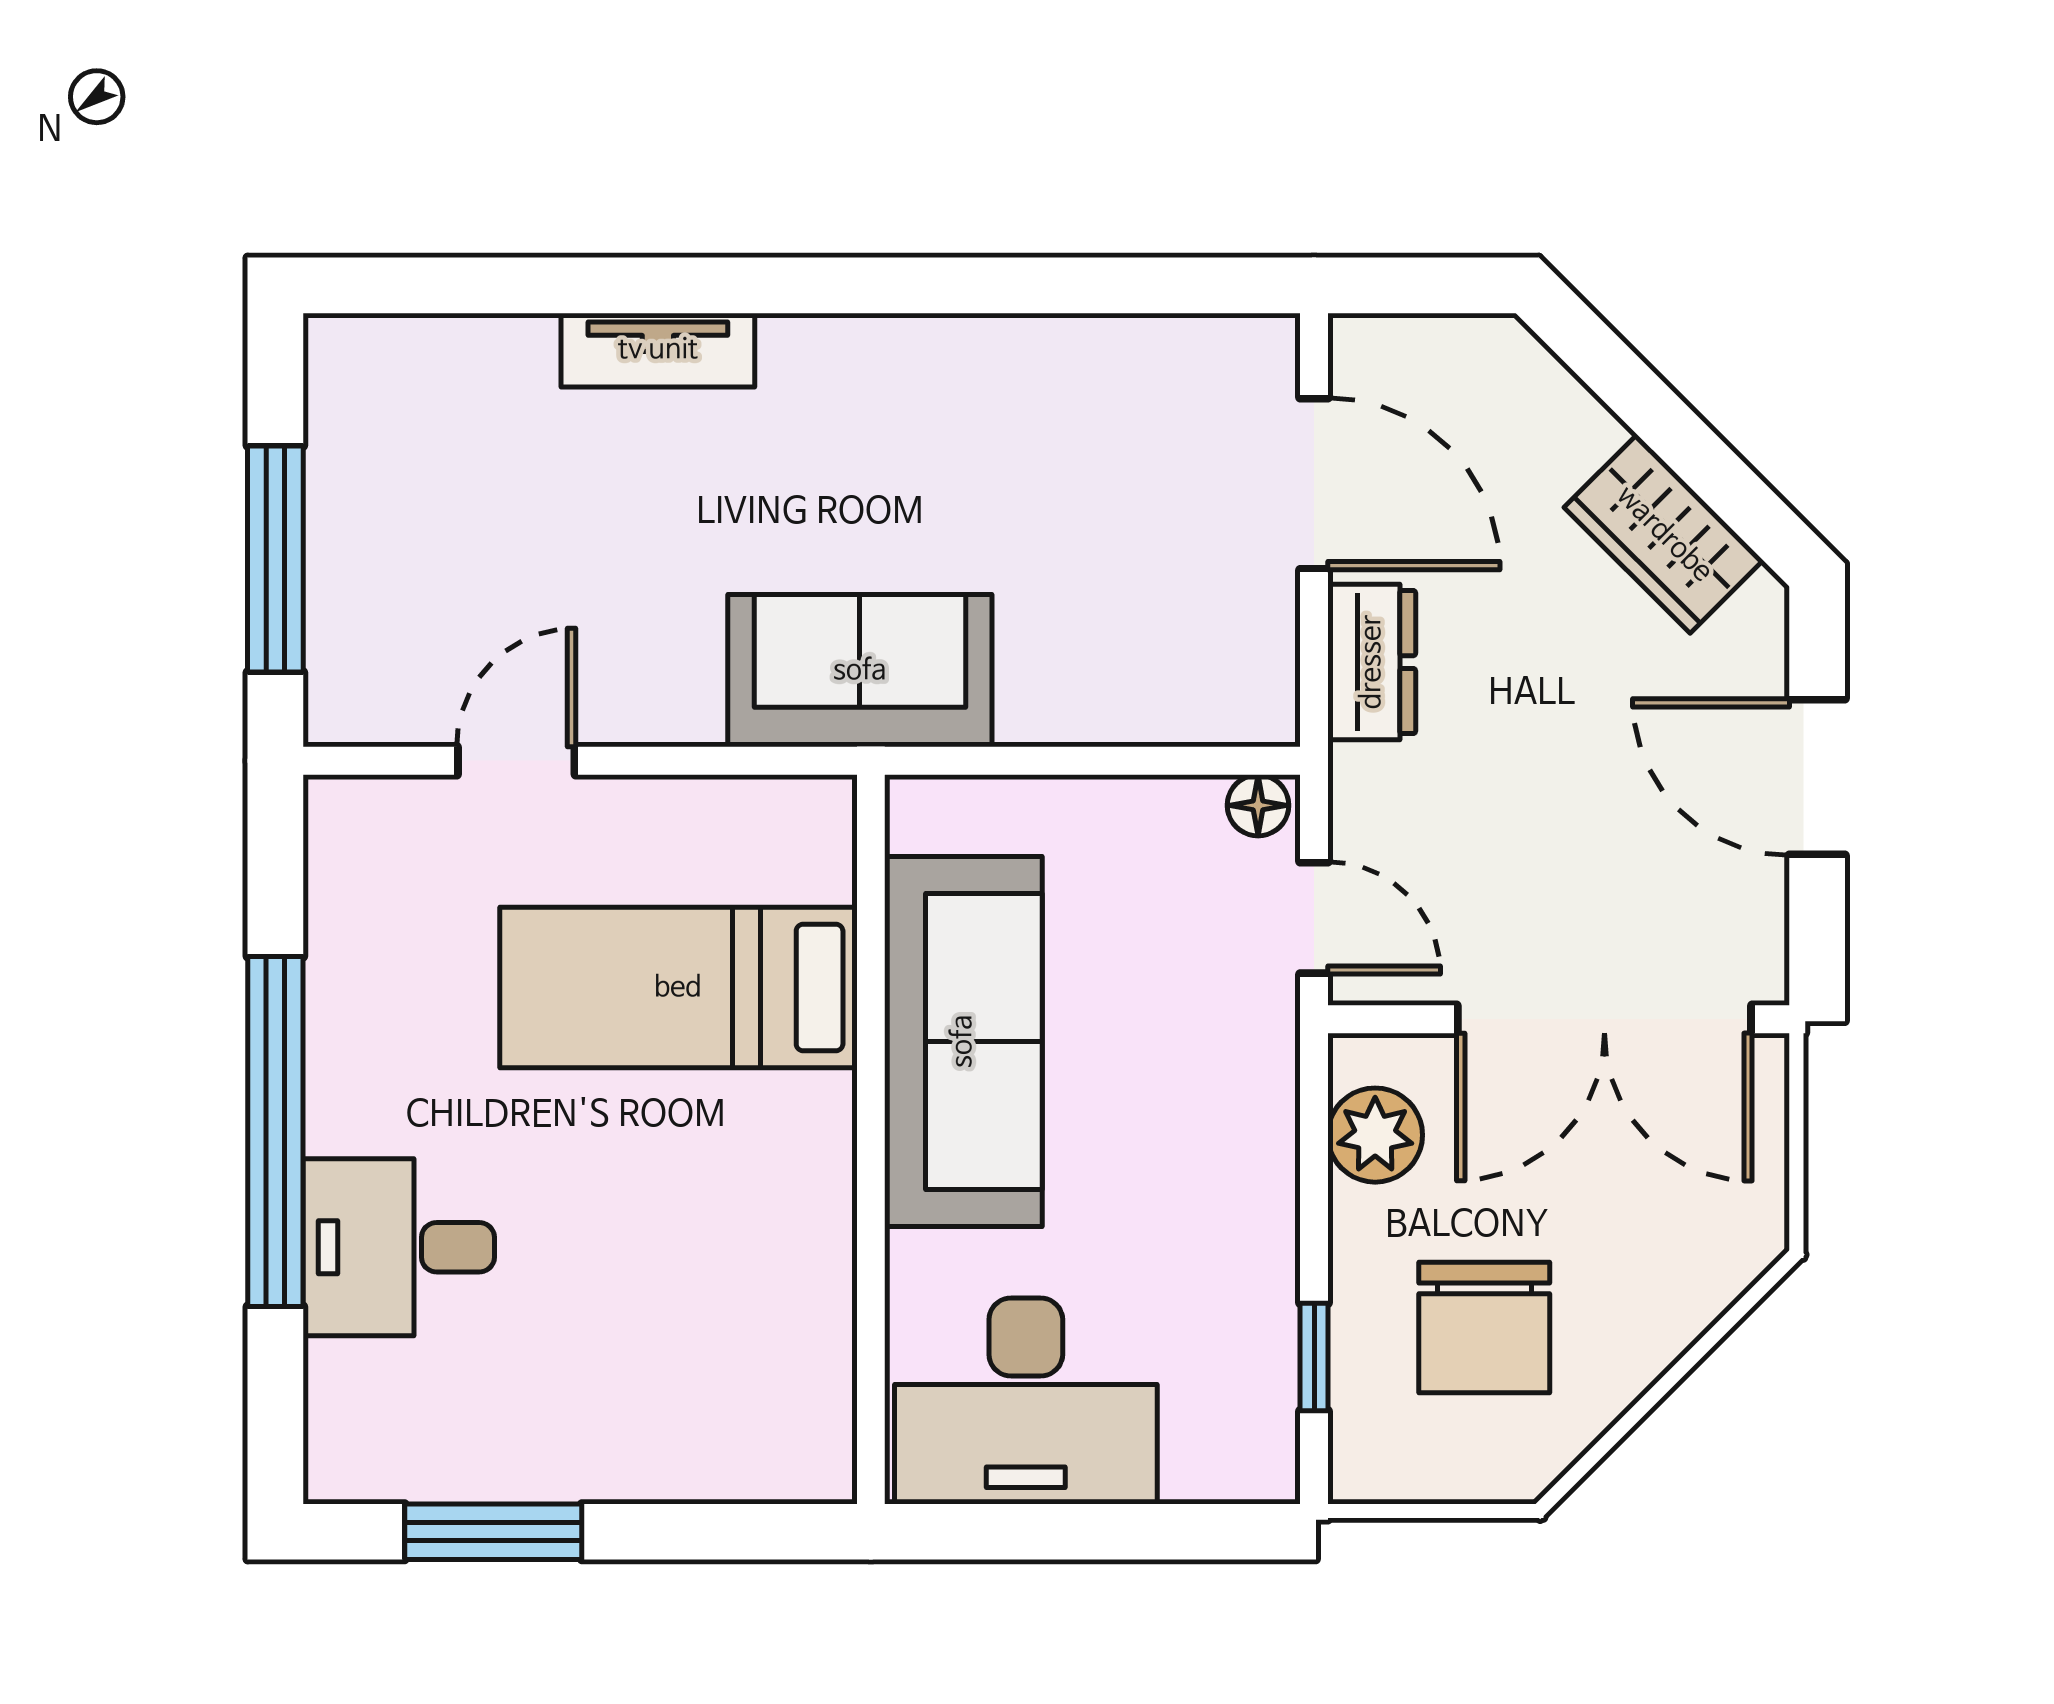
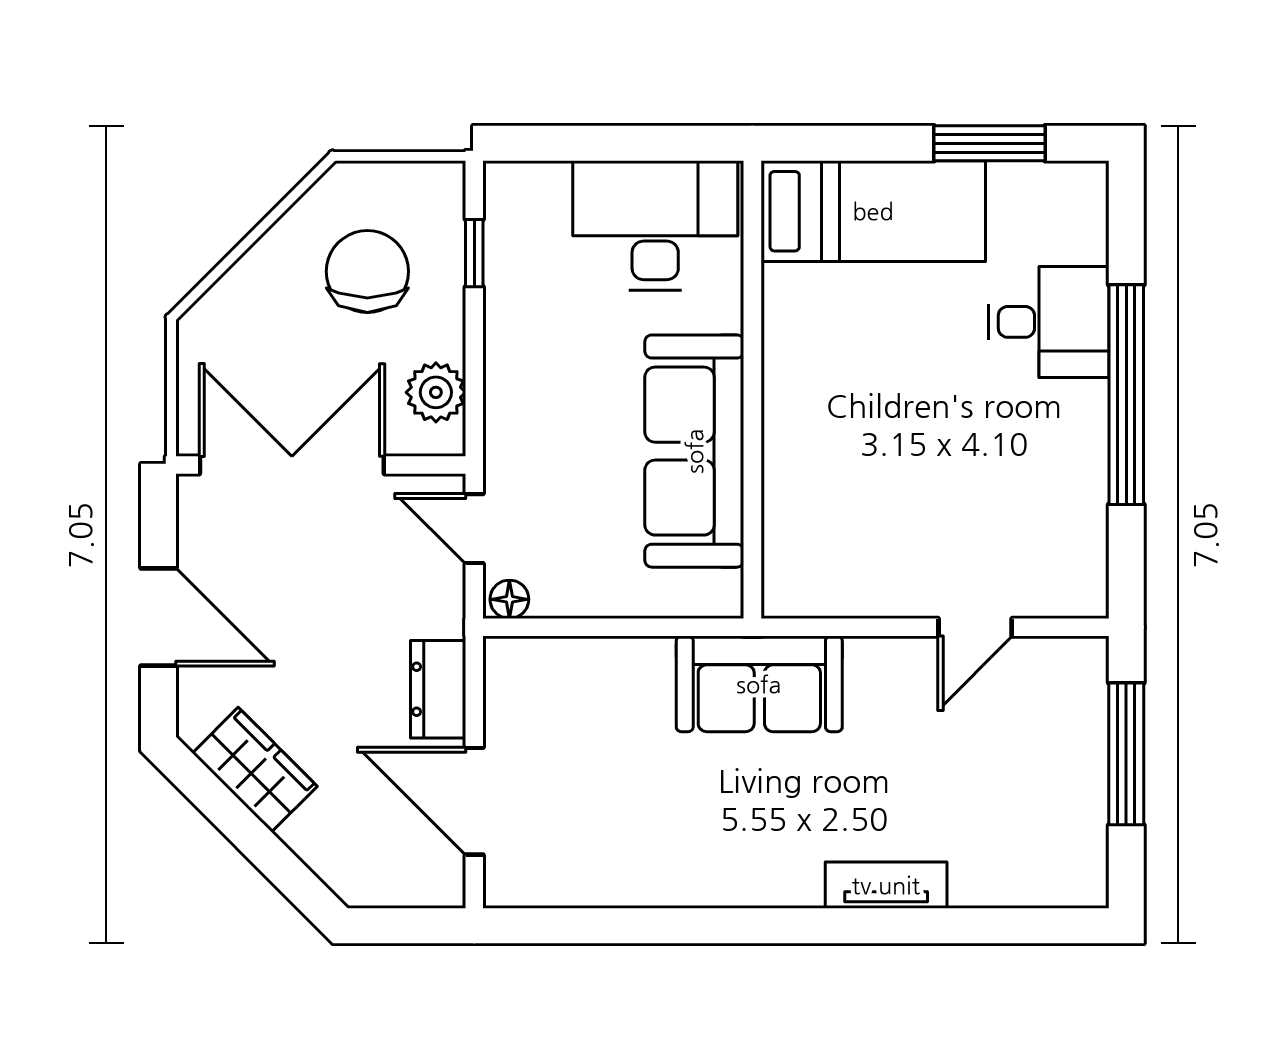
bed: (678, 988) -> (873, 211), moved

